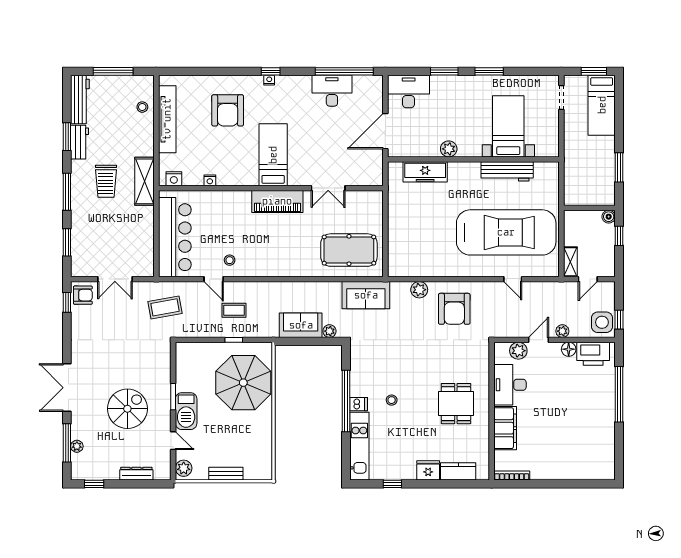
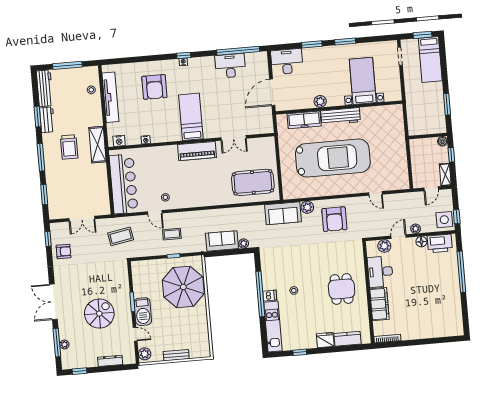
workbench: (507, 171) -> (341, 116), moved
car: (506, 232) -> (333, 158), moved
shelving: (570, 262) -> (445, 175), moved
armchair: (83, 295) -> (64, 251), moved
sofa: (366, 295) -> (283, 213), moved

